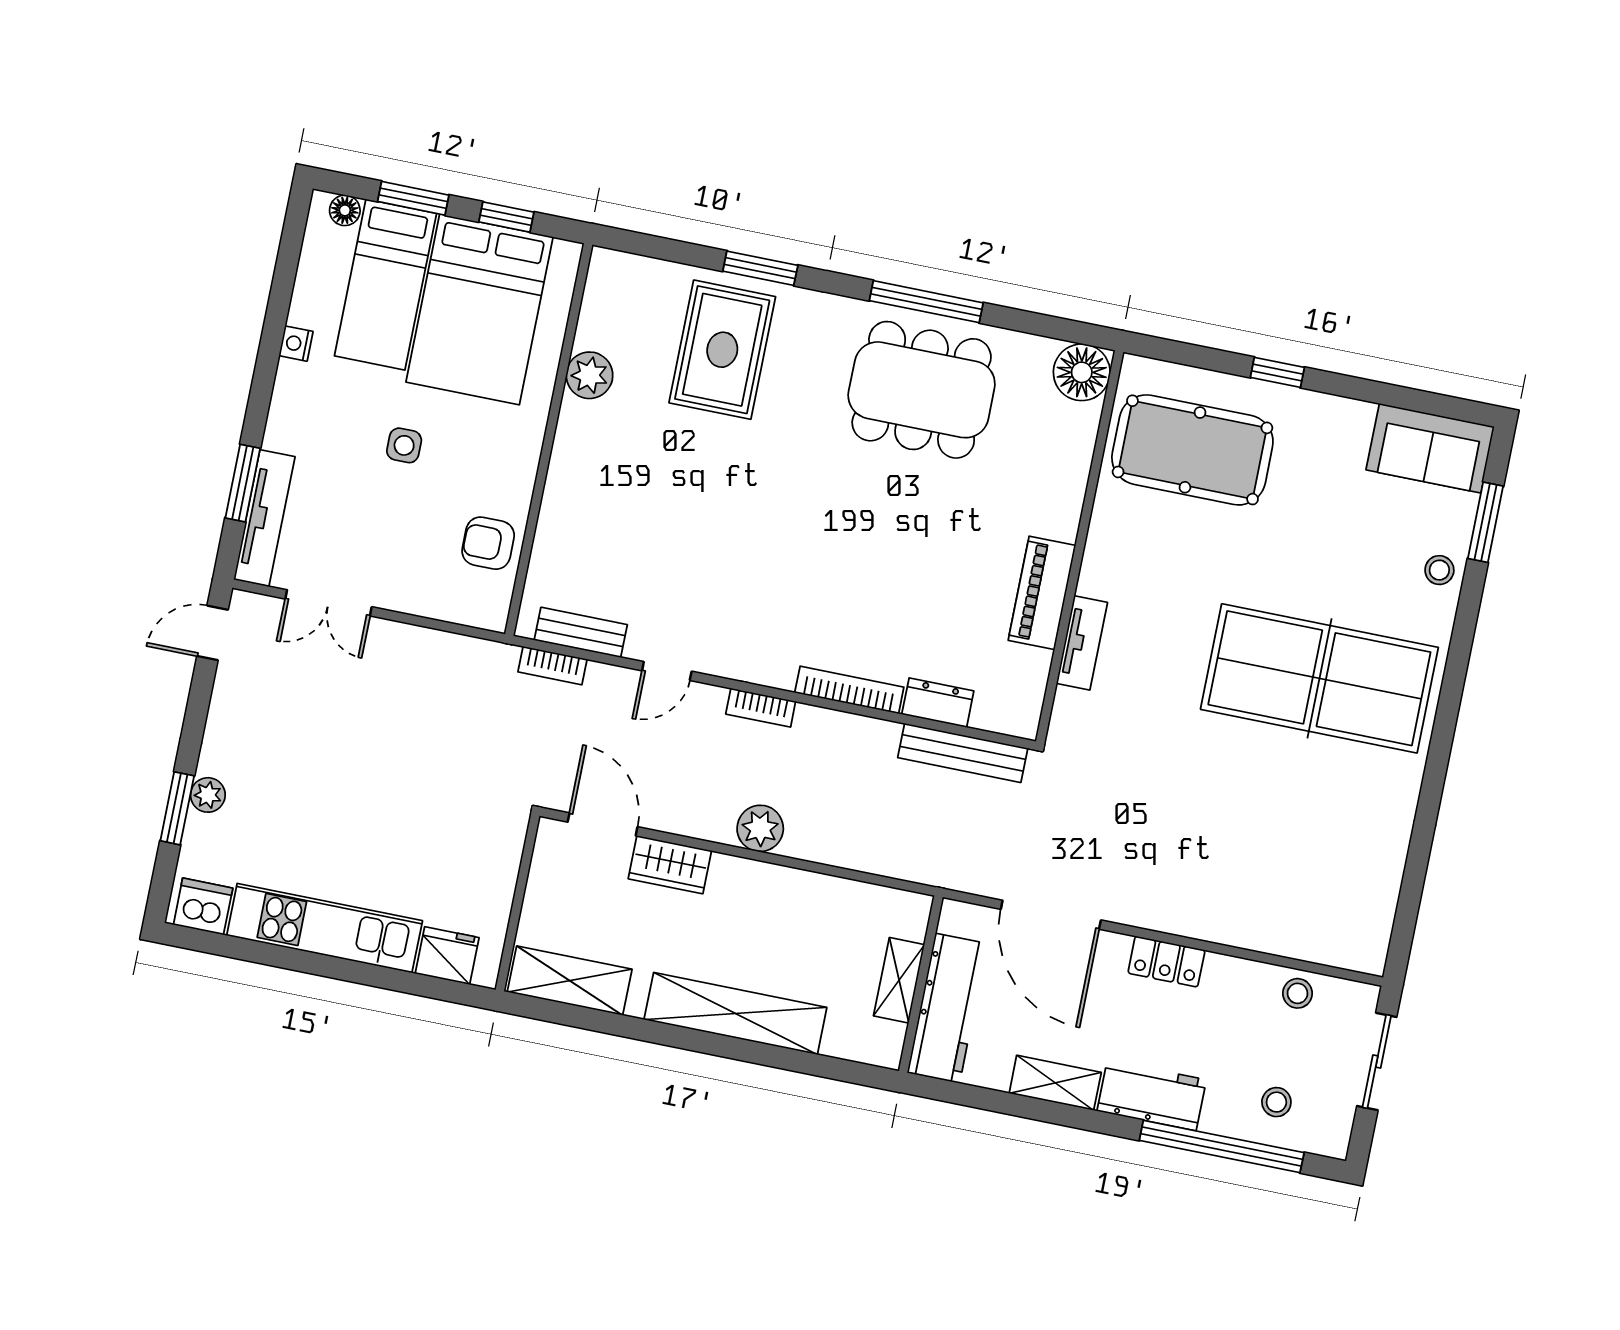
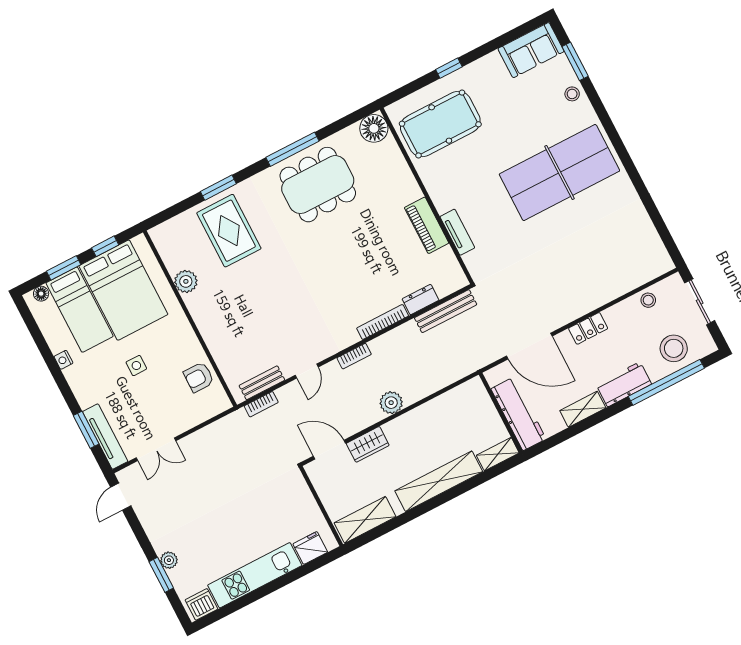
shelving: (899, 980) -> (498, 454), moved, turned 90
stool: (1276, 1102) -> (674, 348), width x1.89, depth x1.89

